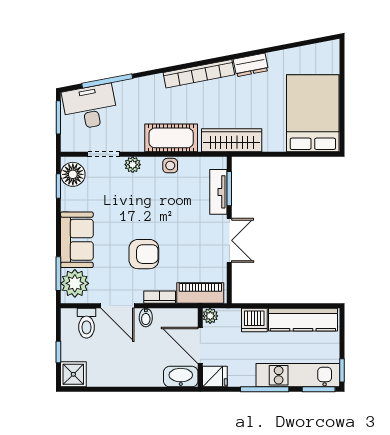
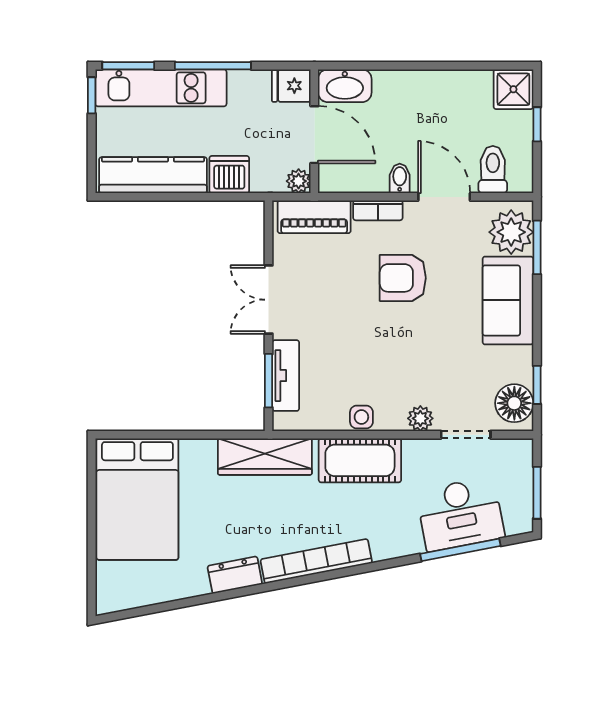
desk: (90, 107) -> (460, 514), moved

